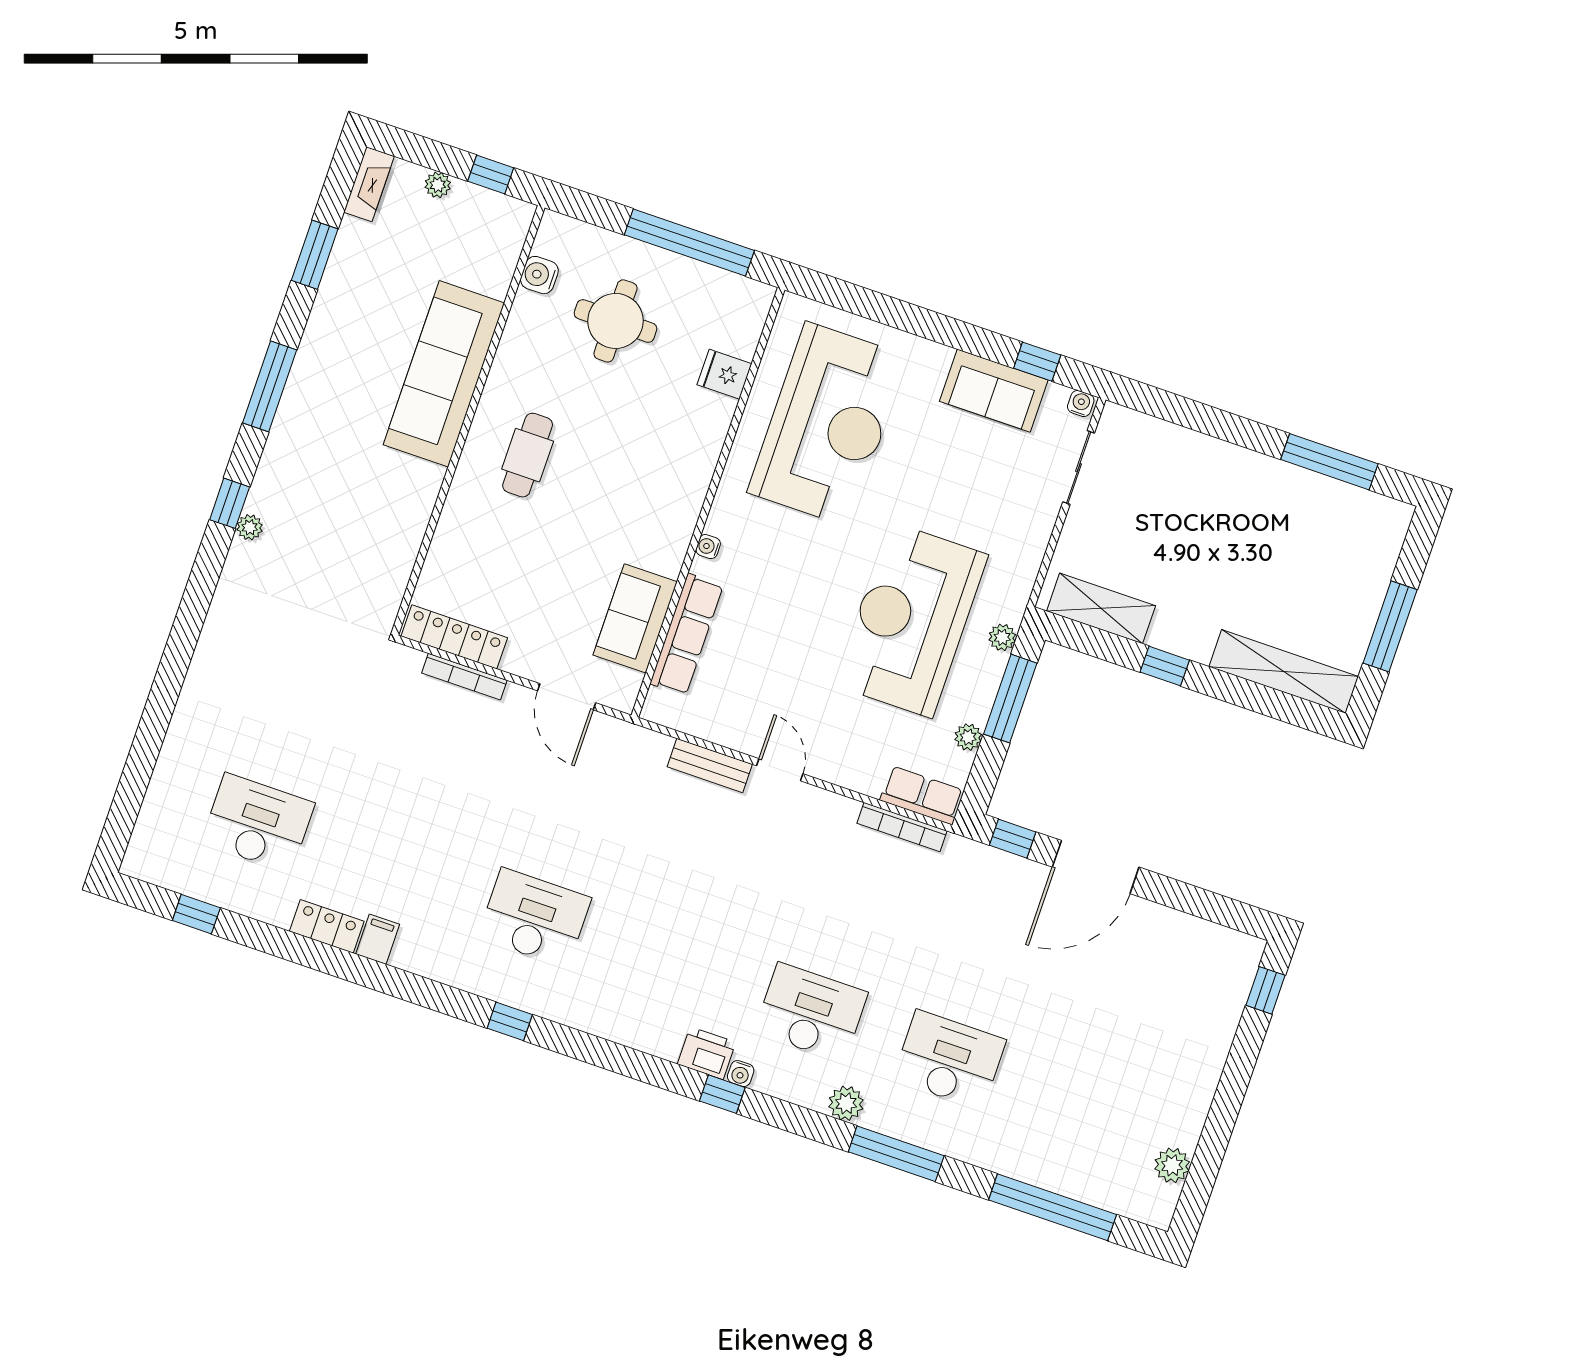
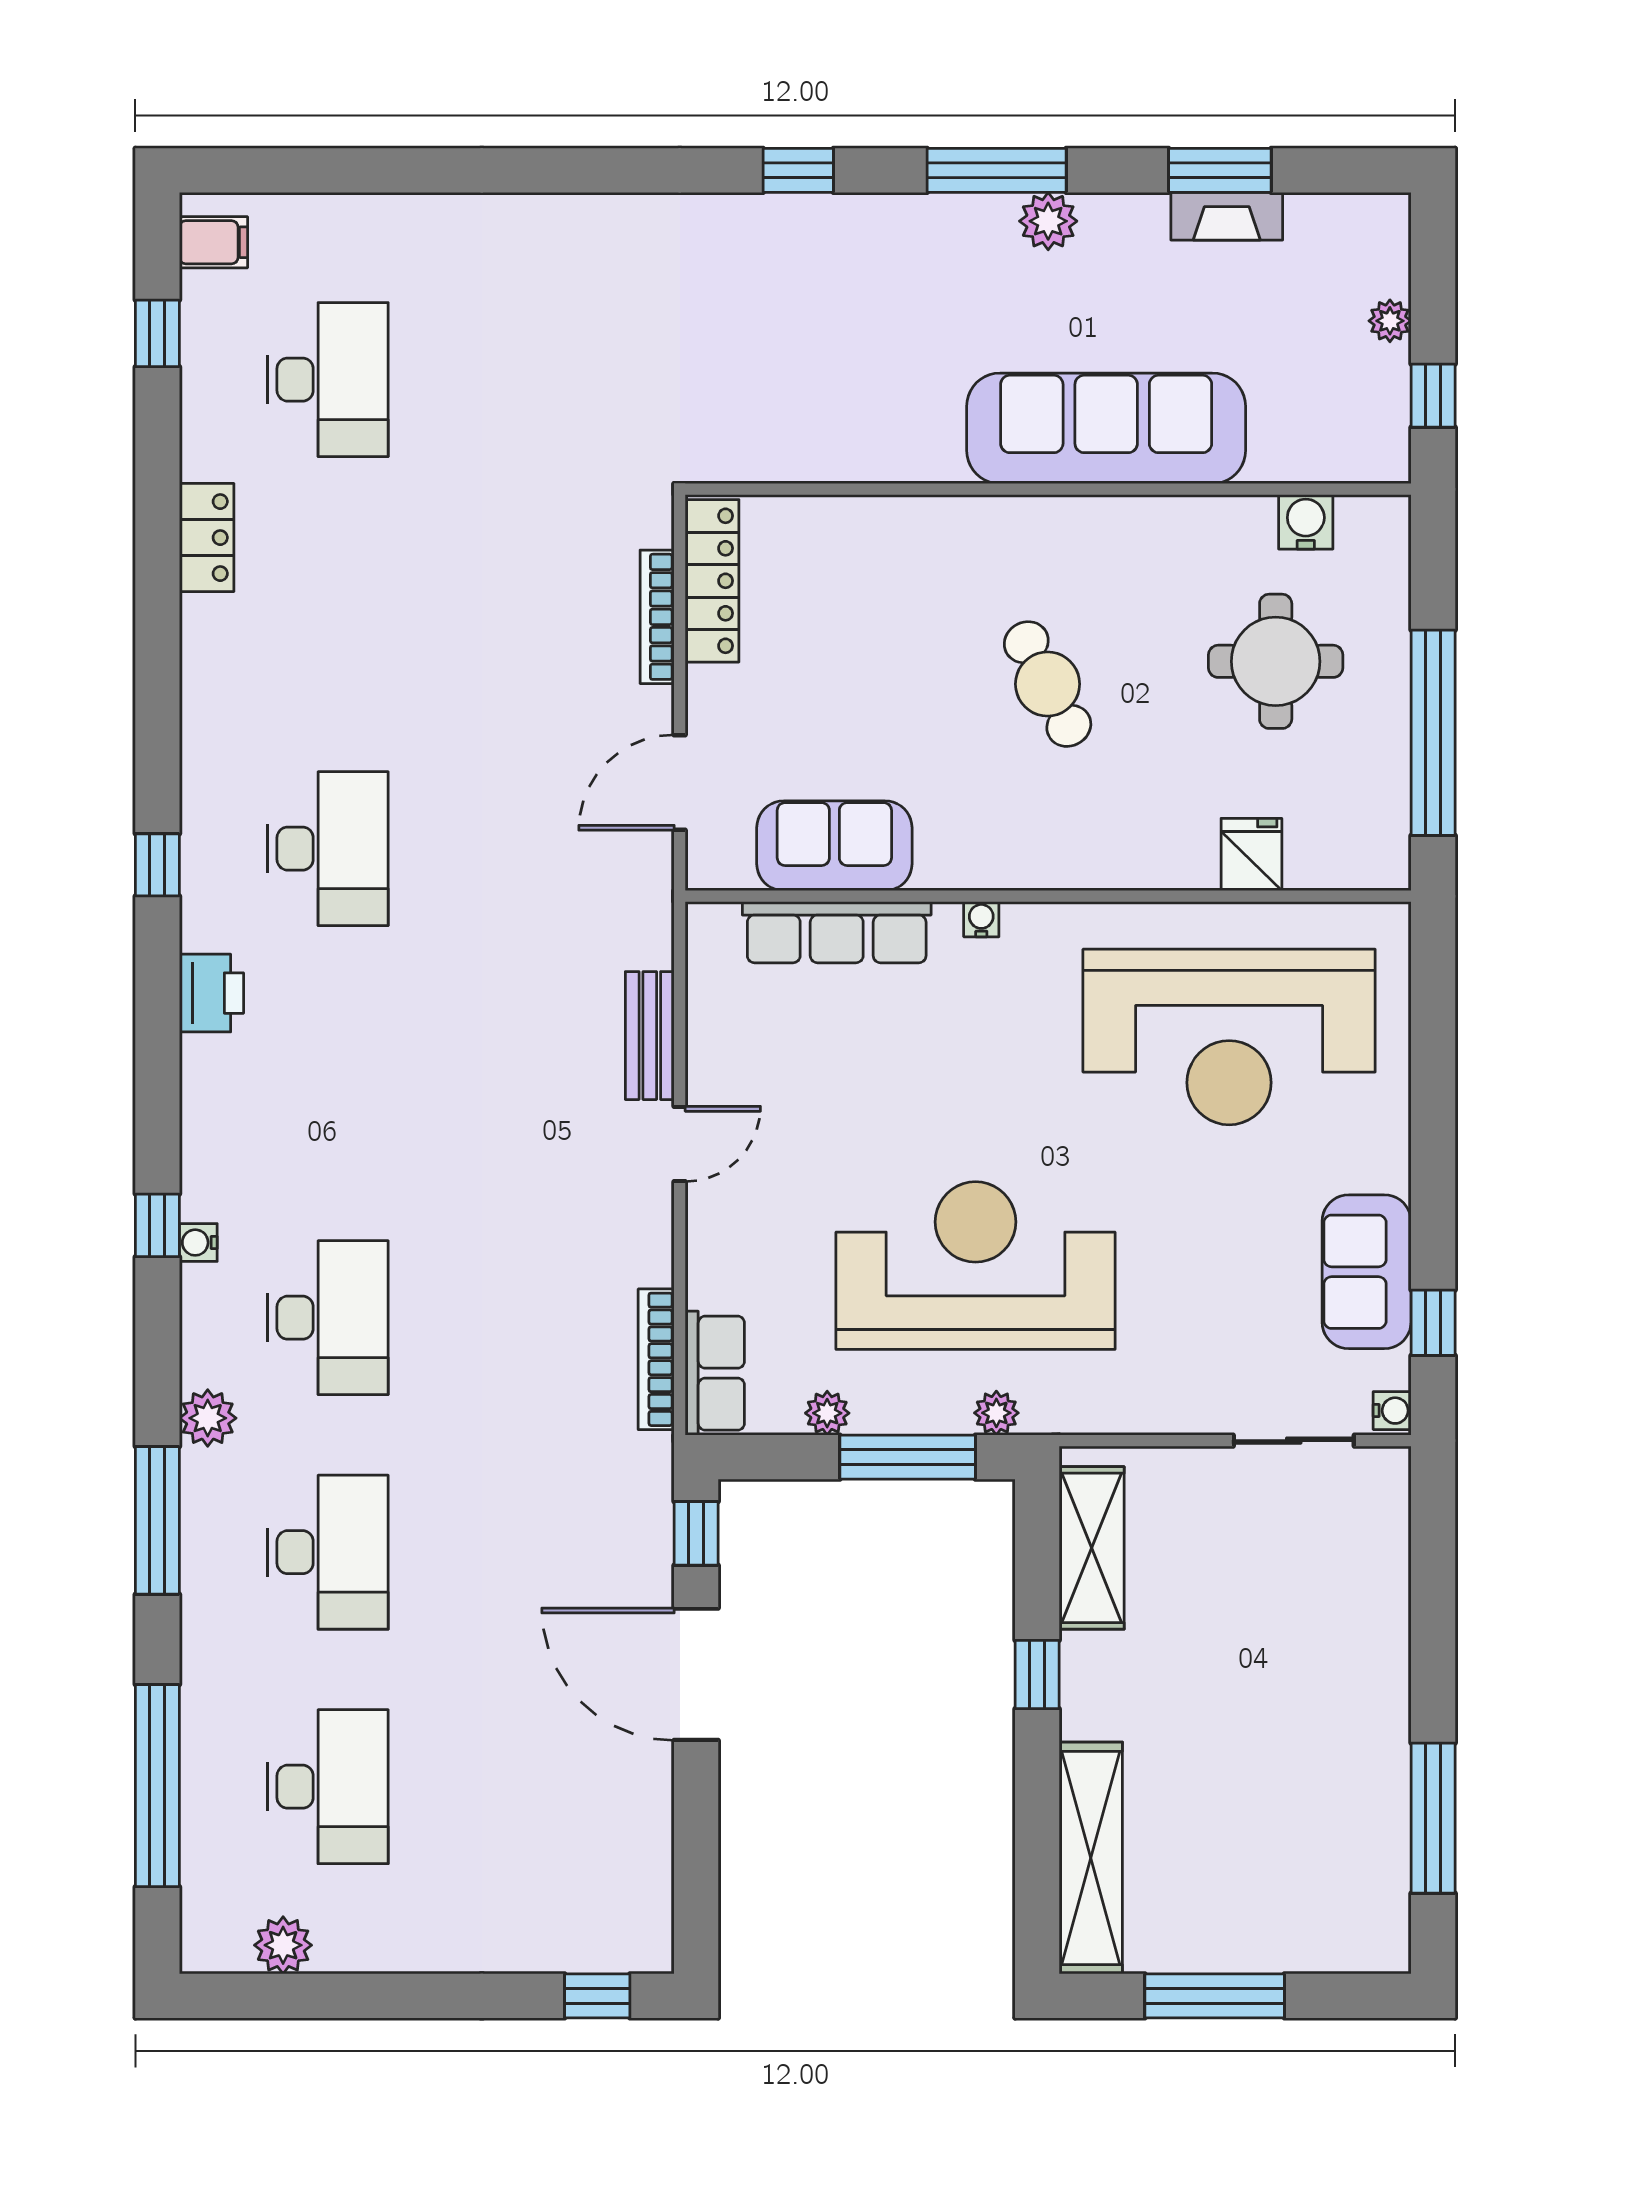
fireplace: (369, 184) -> (1227, 216), moved
cafe table: (528, 455) -> (1048, 684), moved, turned 63
plant: (250, 527) -> (1048, 221), moved, width x1.38, depth x1.38
filing cabinet: (378, 939) -> (213, 242), moved
printer: (707, 1053) -> (211, 993), moved
desk: (1088, 1107) -> (328, 1787), added

